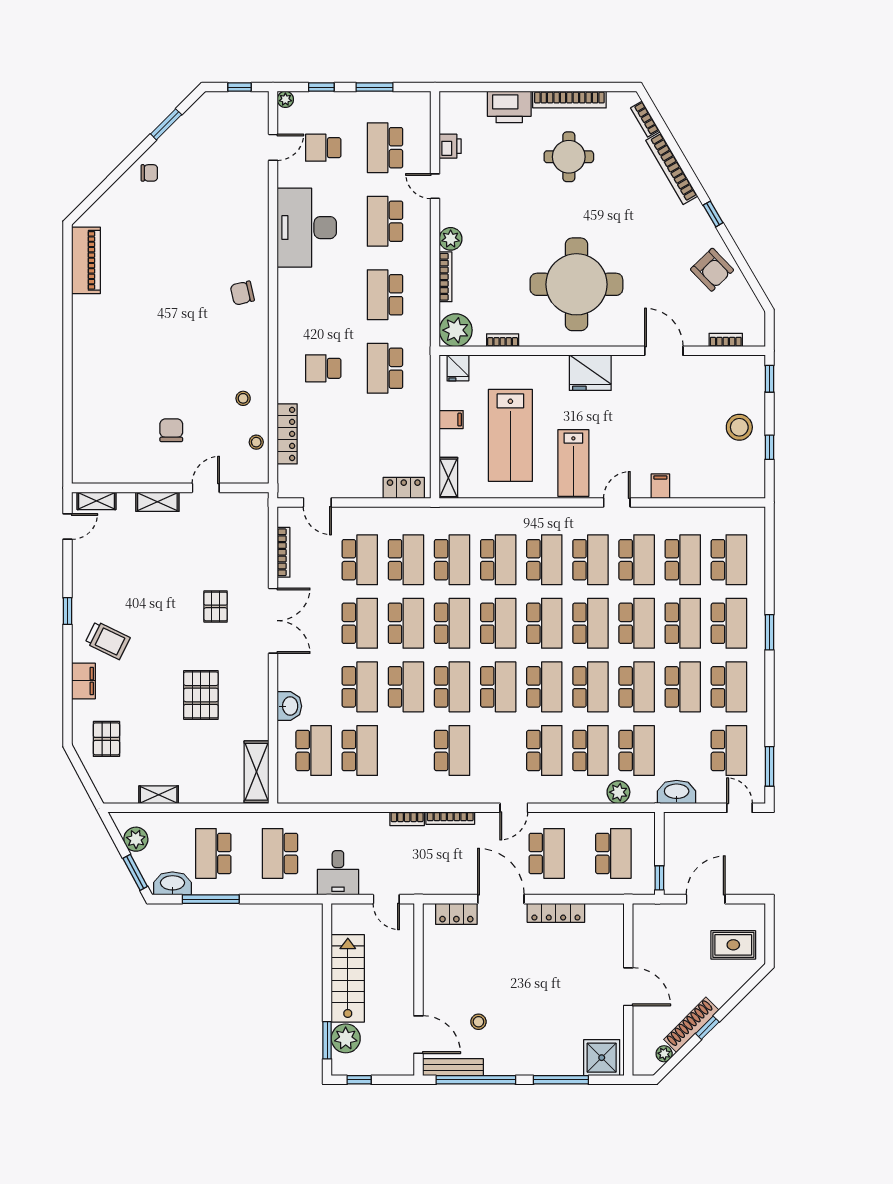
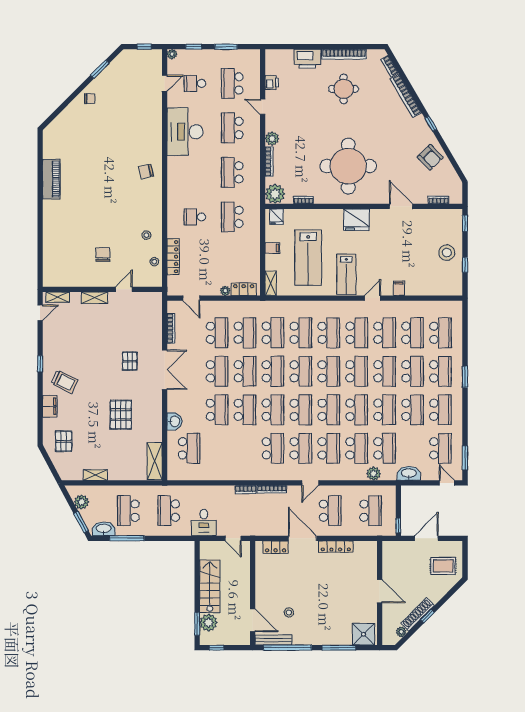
piano: (86, 260) -> (51, 179), moved
plant: (373, 490) -> (225, 291), added
school desk: (360, 750) -> (301, 448), moved

